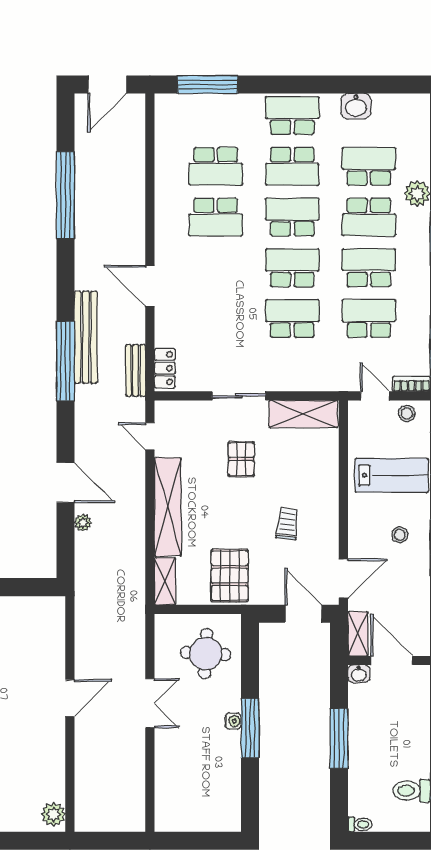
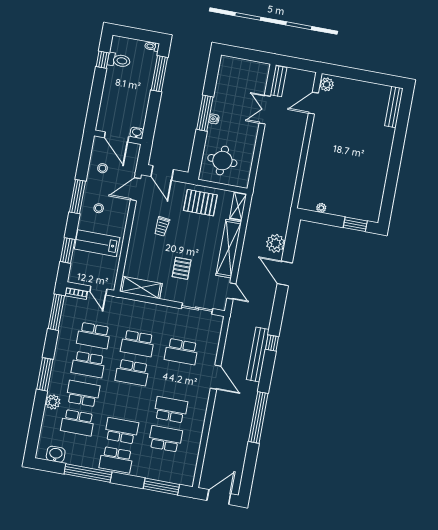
window: (336, 84) -> (88, 473), added
washbasin: (356, 106) -> (56, 454), moved
window: (65, 195) -> (258, 417), moved
school desk: (292, 217) -> (181, 352), moved
window: (65, 361) -> (272, 343), width x0.32
locker: (165, 368) -> (216, 328), removed
bench: (136, 370) -> (278, 81), moved
sliding door: (239, 396) -> (197, 309), moved
stool: (407, 414) -> (102, 168), moved
plant: (83, 523) -> (276, 243), width x1.88, depth x1.88
pallet: (230, 576) -> (200, 203), turned 90
plant: (24, 604) -> (321, 208), added
shelving: (358, 634) -> (133, 156), removed
door: (70, 698) -> (313, 103), moved
double door: (150, 703) -> (265, 110), moved
window: (339, 738) -> (159, 74), moved

